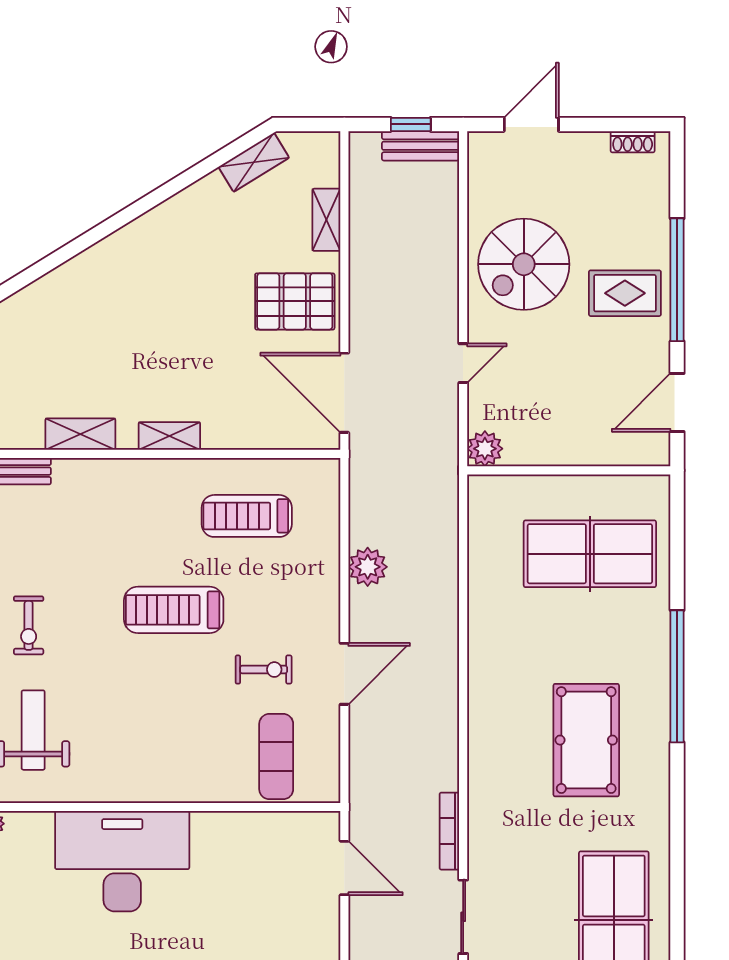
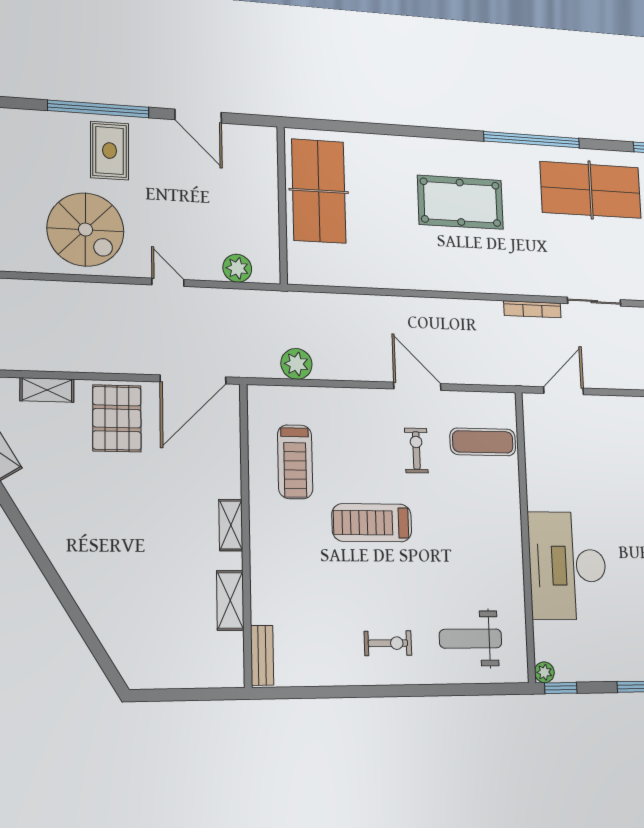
wall: (569, 470) -> (282, 205), moved
plant: (368, 567) -> (296, 364), moved
treadmill: (174, 610) -> (372, 523), turned 90
window: (677, 676) -> (532, 140), moved

